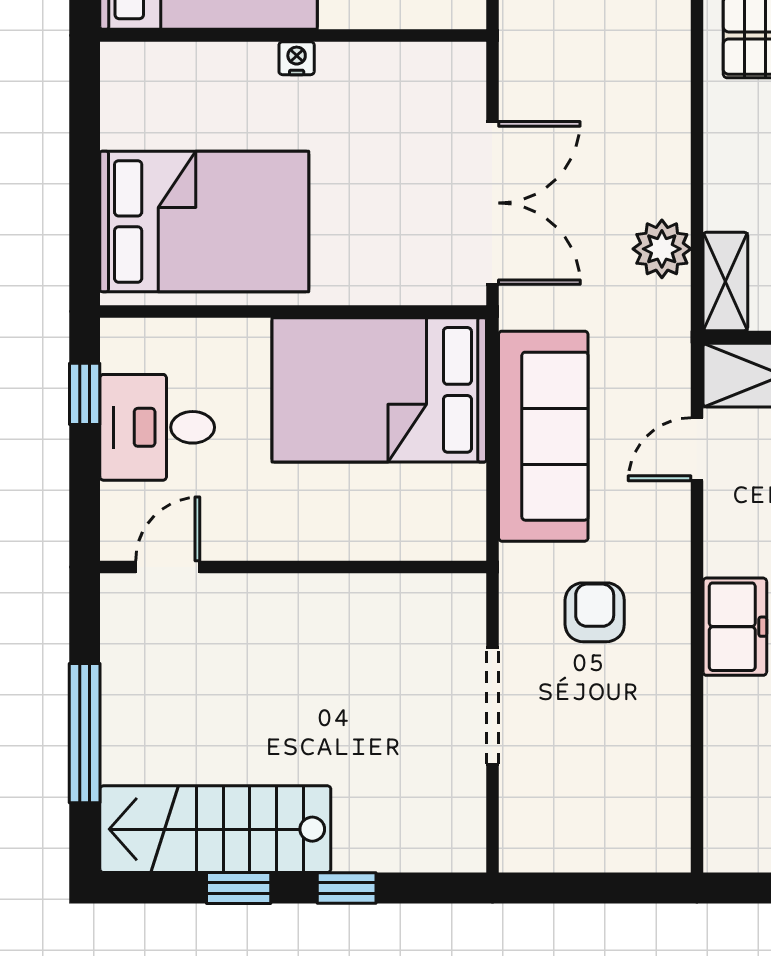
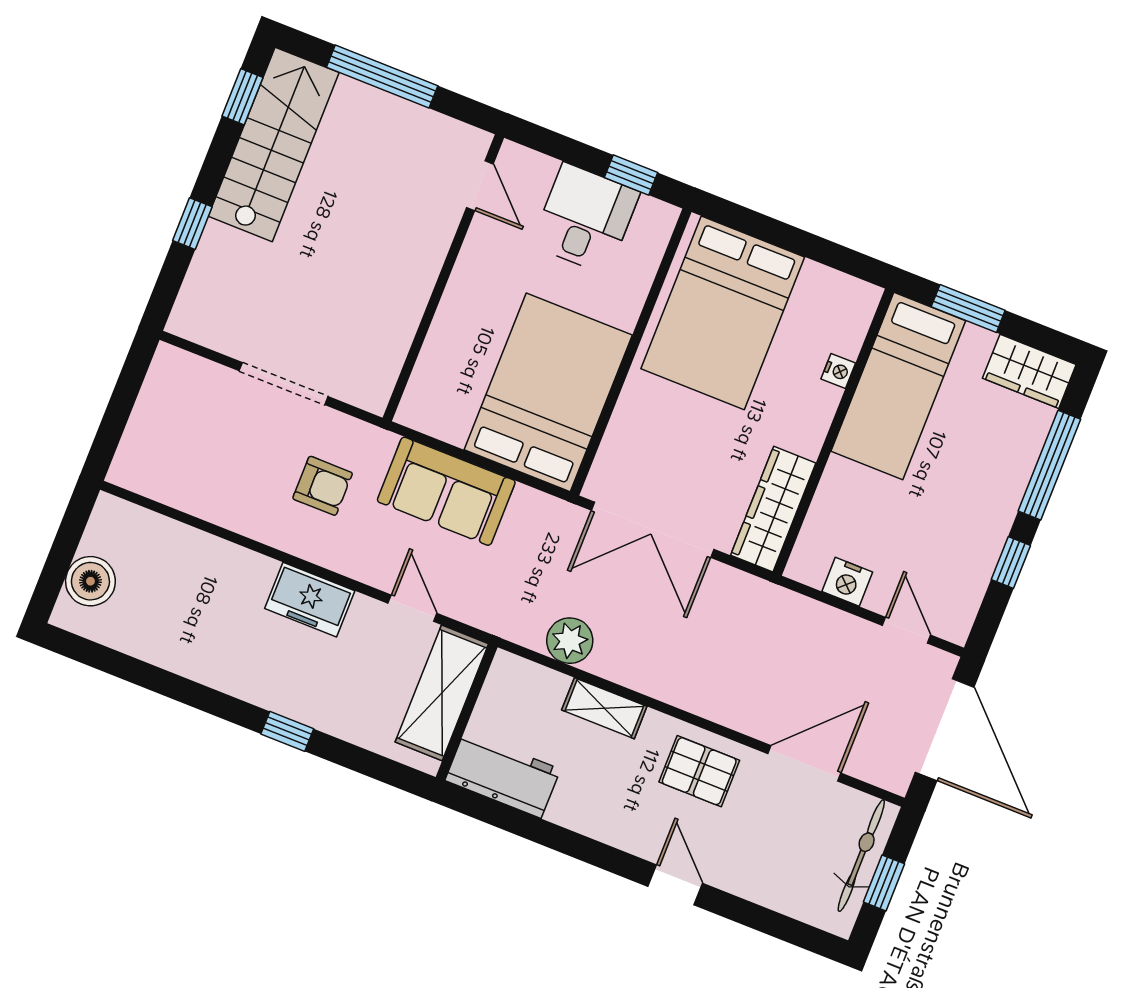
nightstand: (297, 58) -> (838, 371), moved
wardrobe: (412, 70) -> (773, 509), added
shelving: (725, 282) -> (604, 708), moved
sofa: (543, 436) -> (446, 491), width x0.73
freezer: (735, 627) -> (310, 600), moved
window: (239, 888) -> (243, 97), moved

